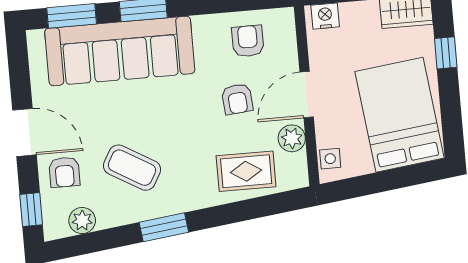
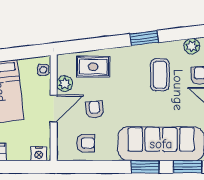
armchair: (248, 41) -> (85, 143), turned -90
coffee table: (132, 168) -> (160, 75), turned 60

